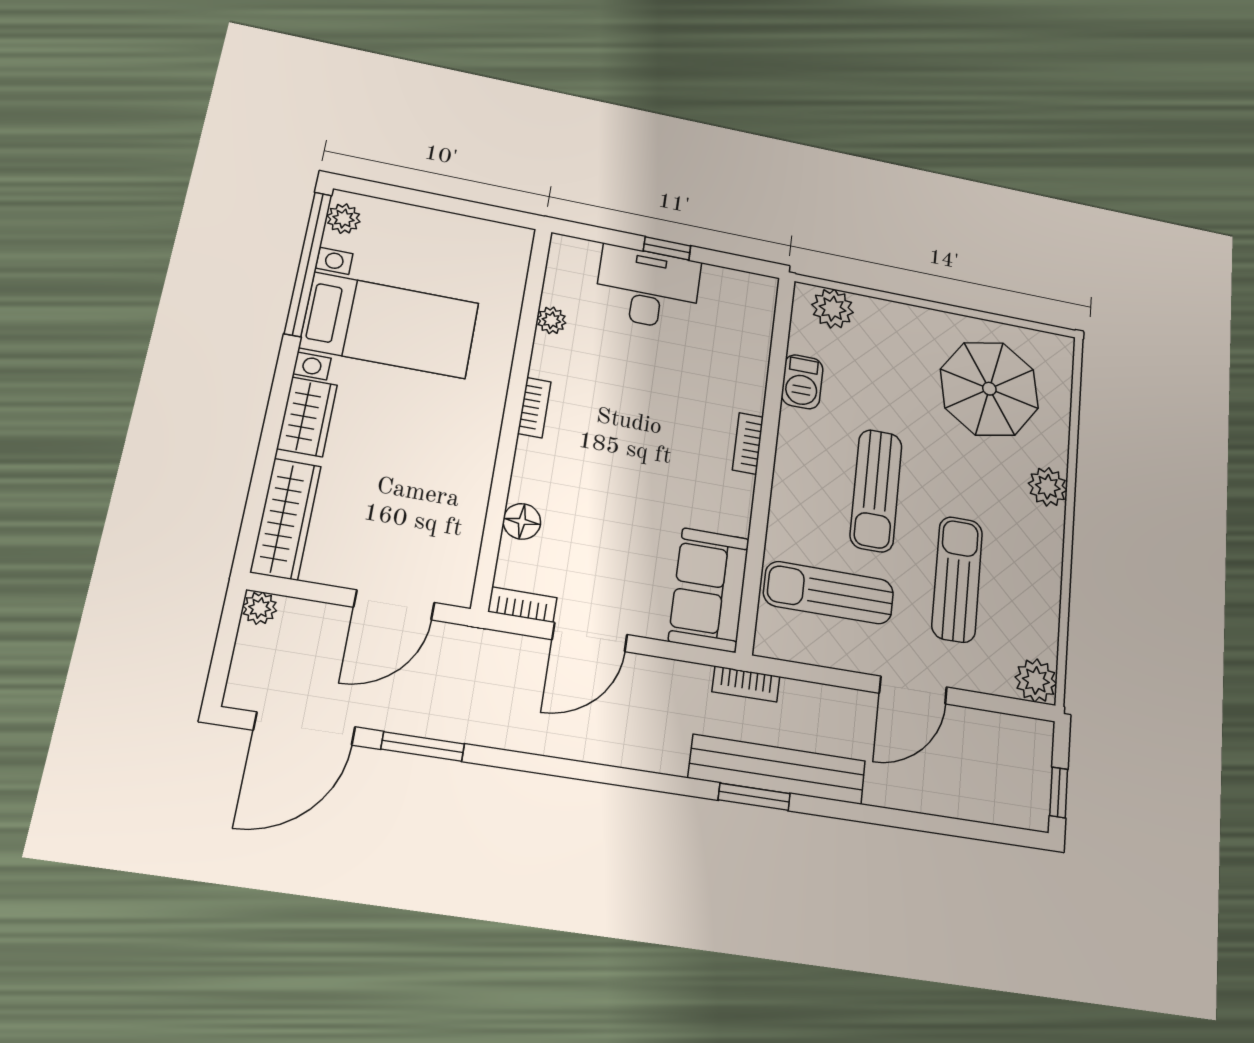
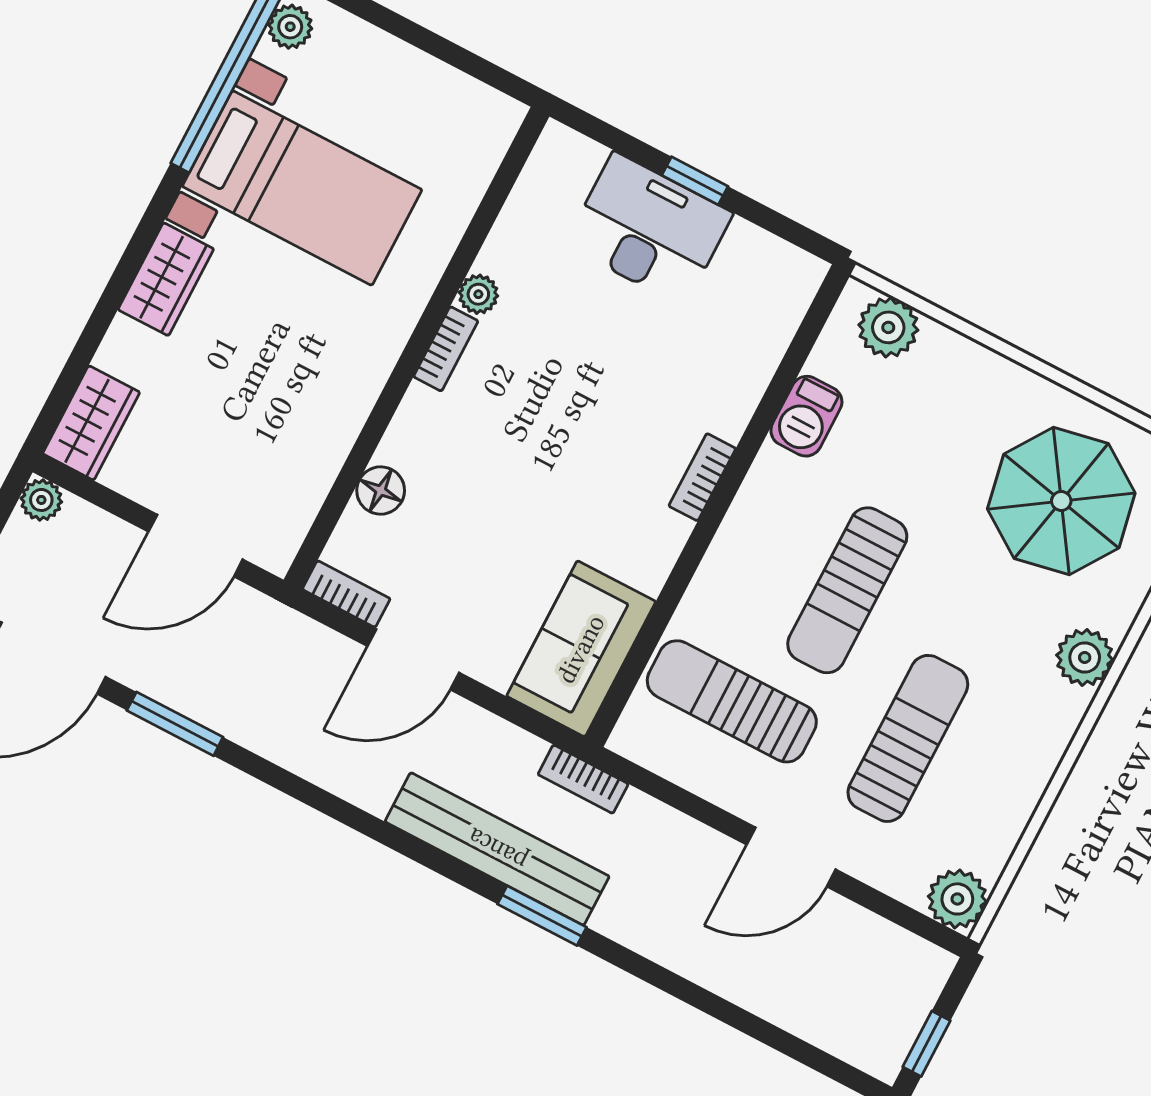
plant: (551, 320) -> (478, 294), moved
wardrobe: (286, 519) -> (91, 423), width x0.67
bench: (777, 769) -> (497, 849), moved

